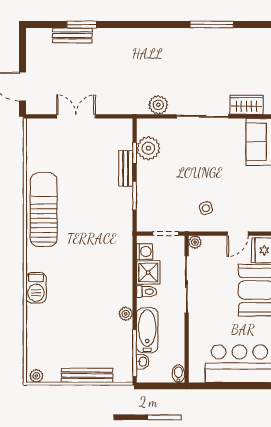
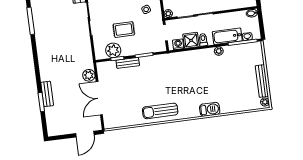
bench: (72, 35) -> (47, 94), moved
plant: (158, 105) -> (89, 75), moved
double door: (76, 116) -> (99, 98), width x1.37
rug: (179, 169) -> (124, 30), added
sun lounger: (44, 210) -> (160, 111), width x0.73, depth x0.75
bench: (87, 375) -> (262, 81), moved

